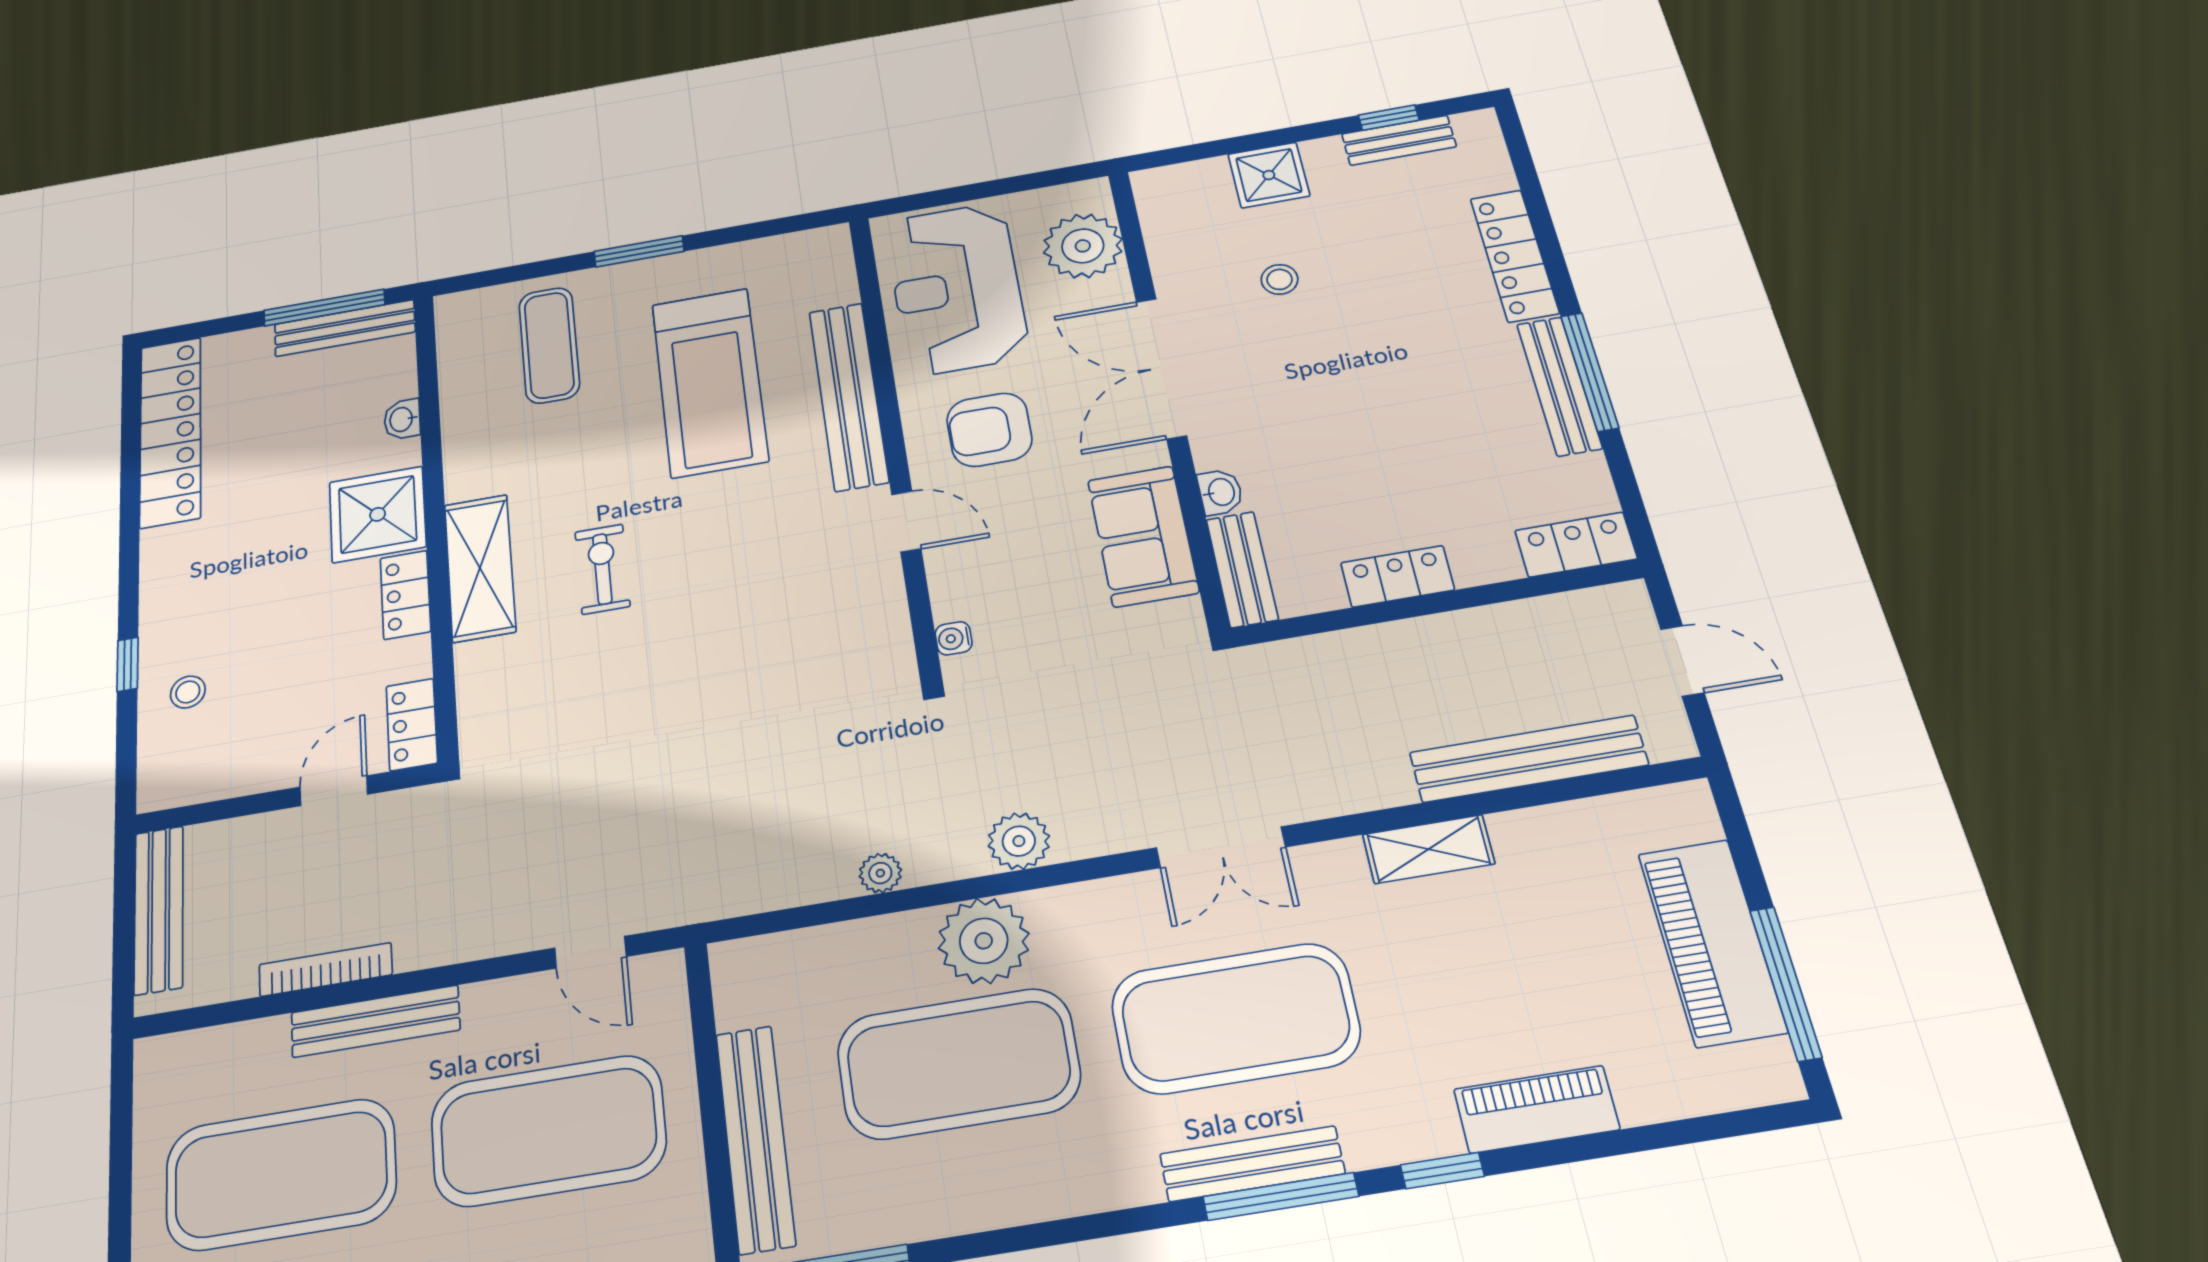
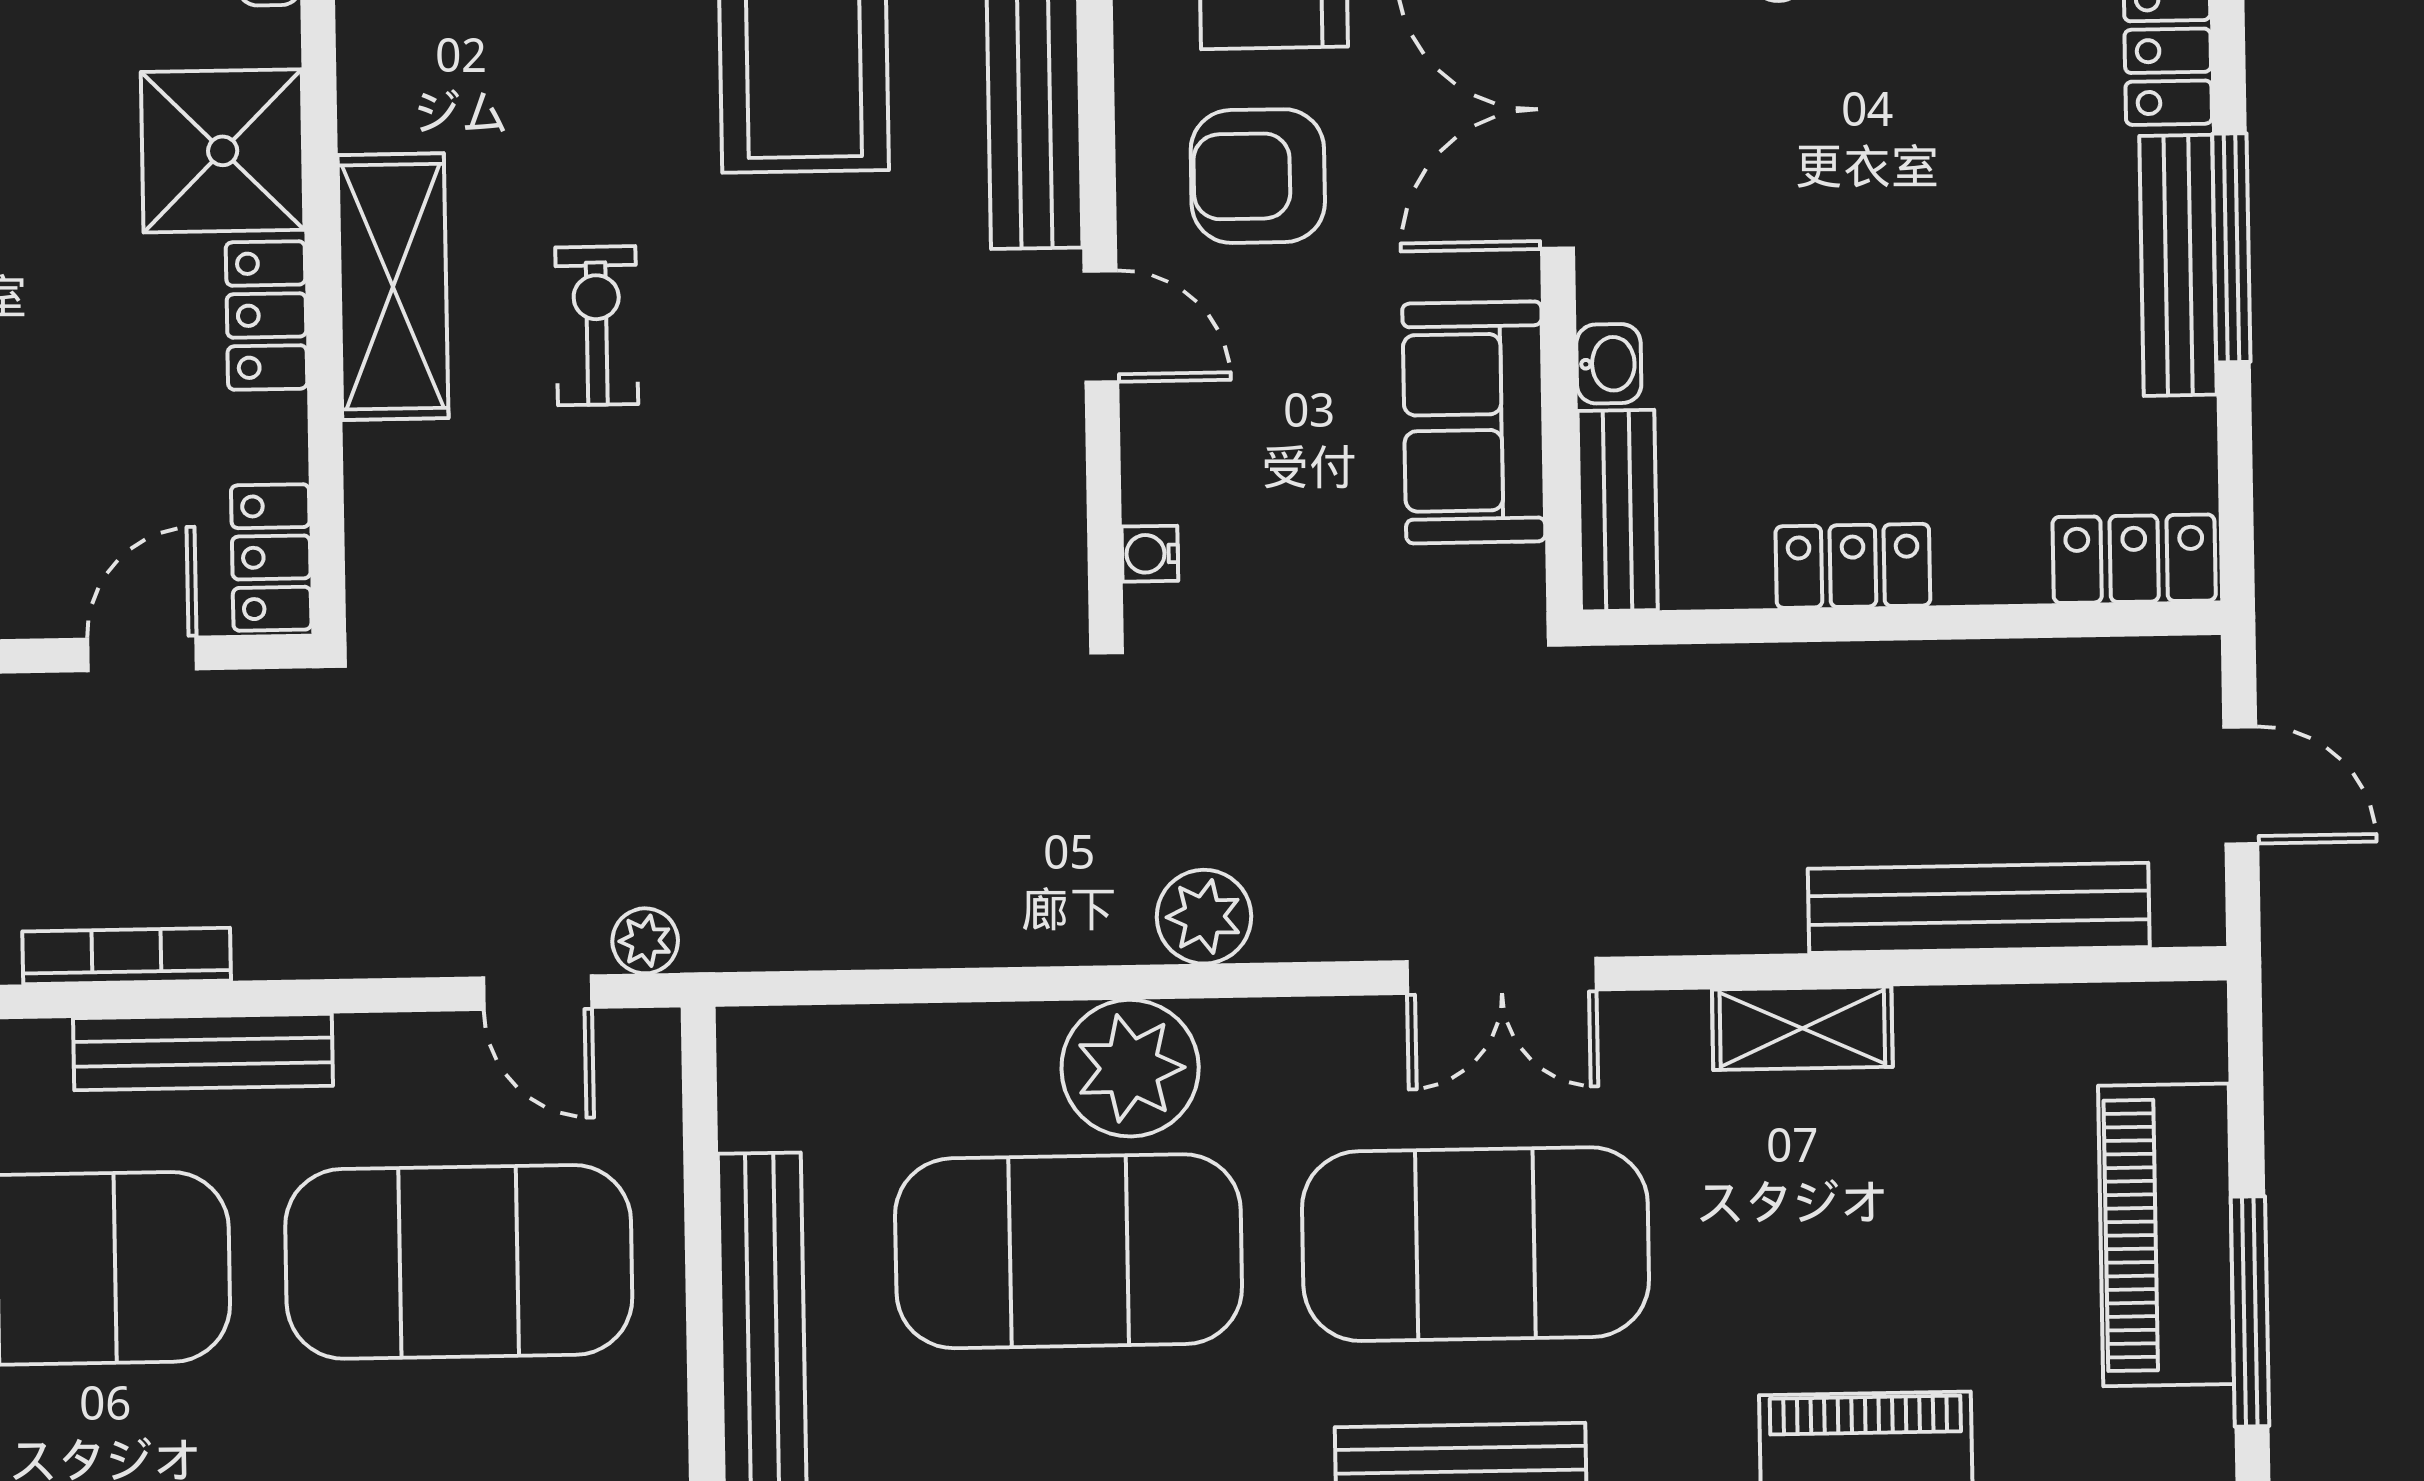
plant: (880, 873) -> (645, 941), moved

